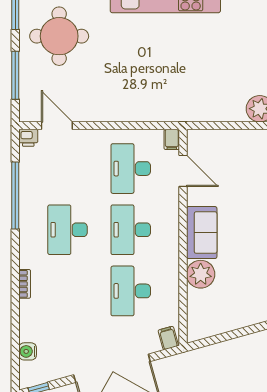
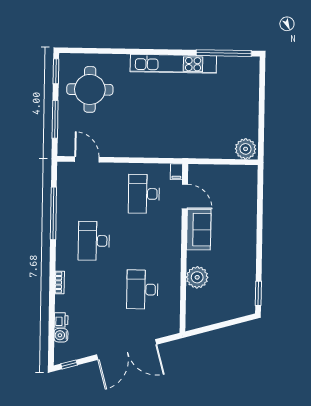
printer: (28, 138) -> (61, 320), moved, turned -90
desk: (131, 230) -> (143, 242), removed
sofa: (202, 233) -> (199, 230), moved
filing cabinet: (168, 338) -> (171, 327), removed

